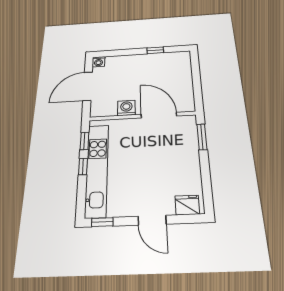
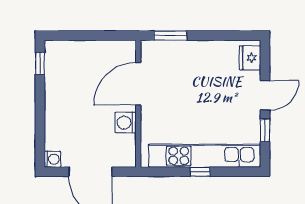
window: (155, 50) -> (40, 63), moved
window: (84, 141) -> (168, 172), removed
window: (102, 222) -> (265, 130), moved

